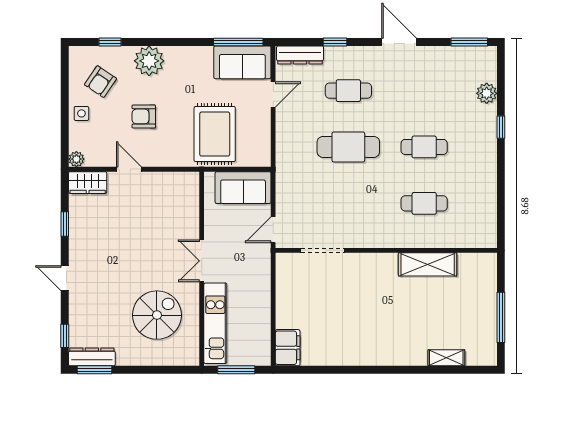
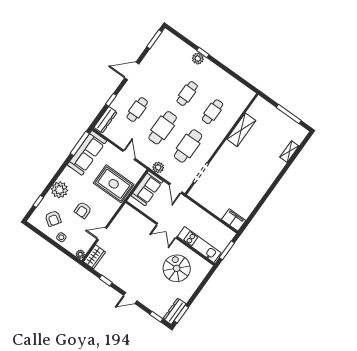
sofa: (242, 62) -> (87, 153), width x1.36
plant: (487, 93) -> (198, 59), moved
door: (273, 95) -> (129, 155), moved
plant: (286, 182) -> (158, 167), added
cafe table: (348, 203) -> (188, 146), added

